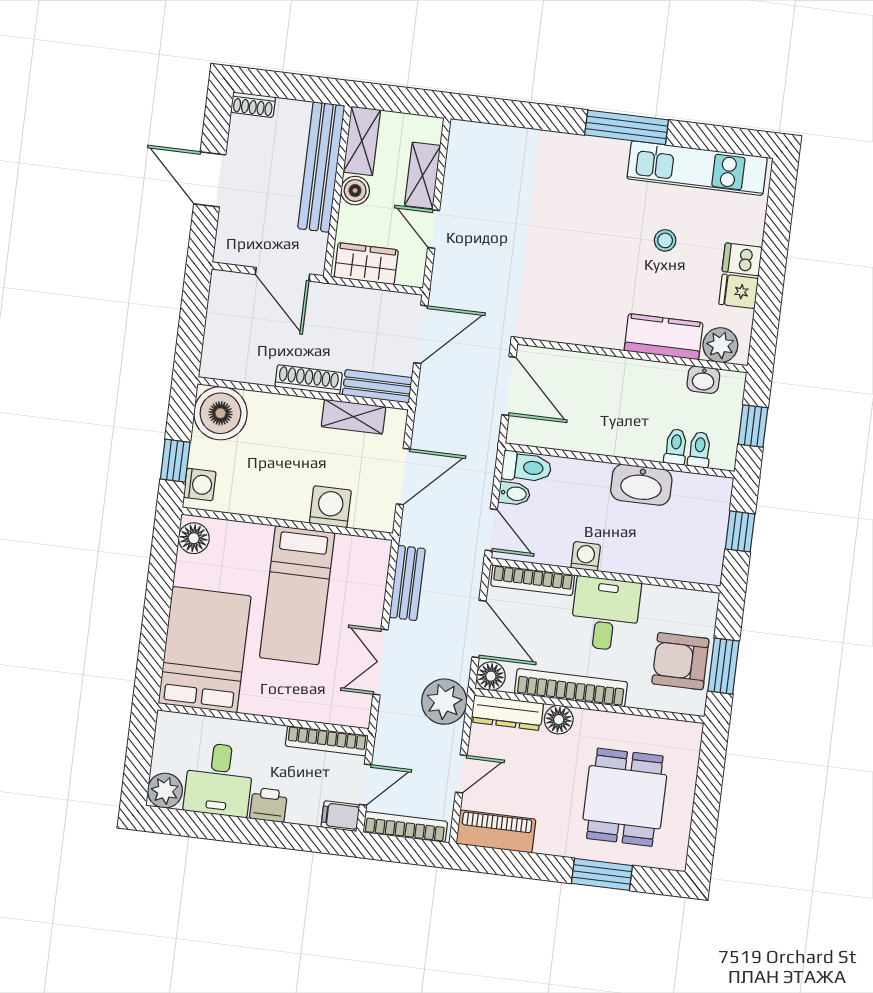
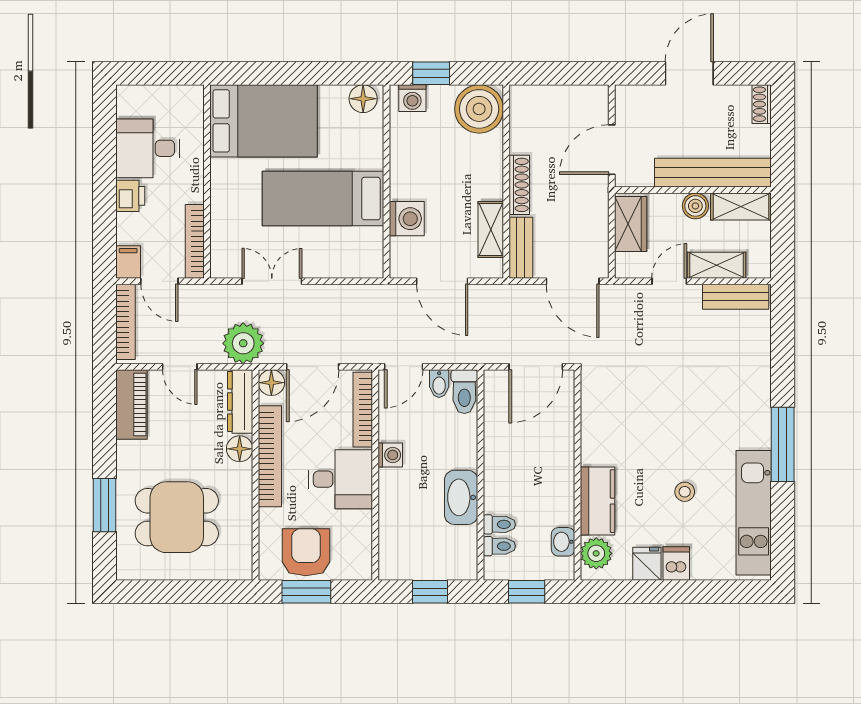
bench: (407, 583) -> (736, 297), moved
plant: (165, 791) -> (132, 101), removed

